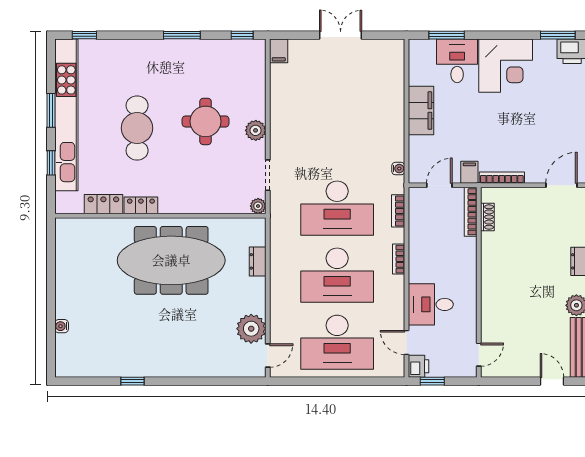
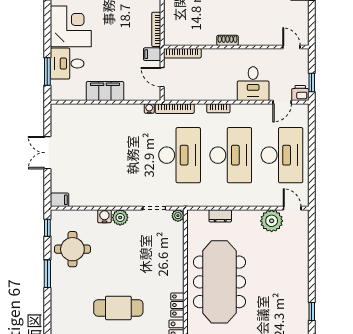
water cooler: (257, 110) -> (104, 216), added
round table: (206, 121) -> (72, 249), moved
bookcase: (398, 211) -> (175, 109), width x1.56
shoe rack: (487, 217) -> (227, 40), moved

